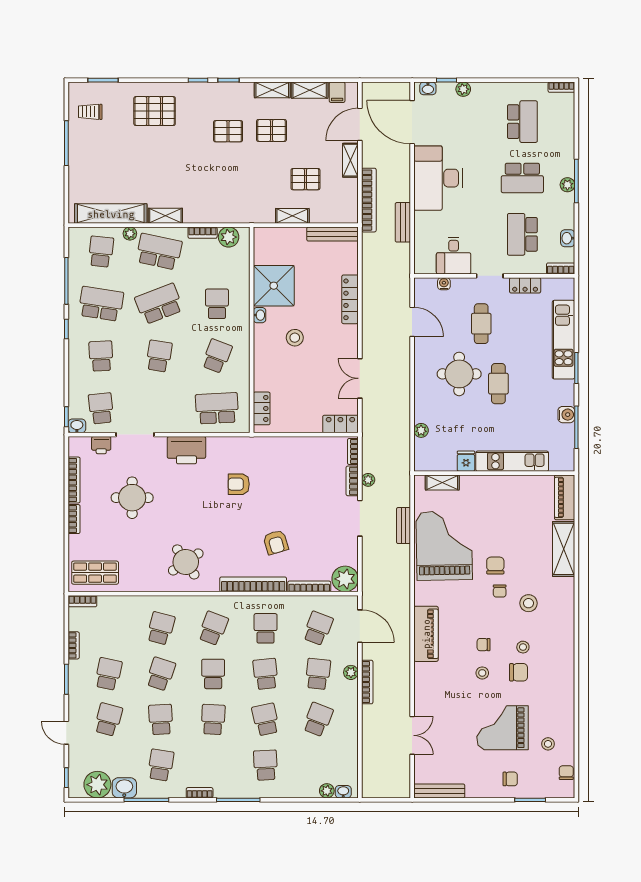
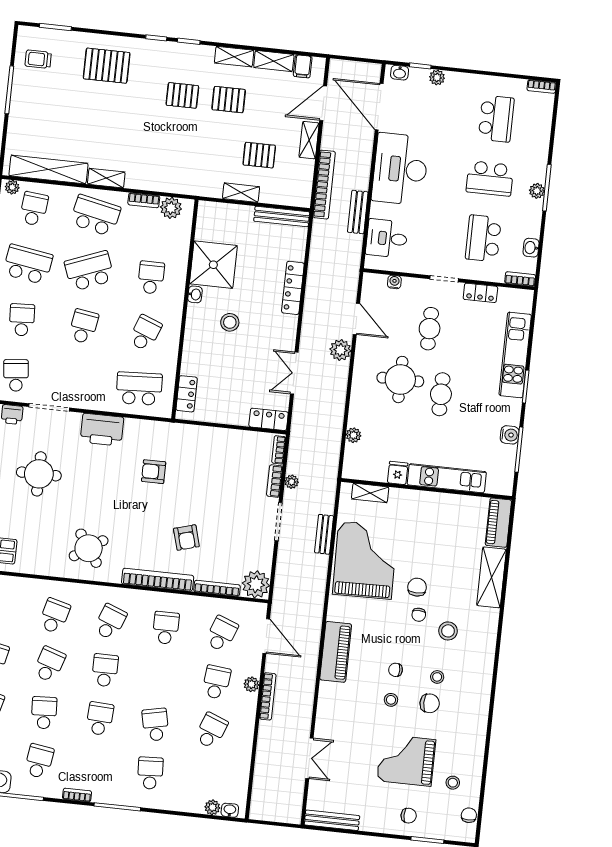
plant: (130, 234) -> (12, 187), moved
desk: (454, 256) -> (387, 238), moved, turned 90
plant: (400, 352) -> (340, 350), added
school desk: (266, 674) -> (161, 676), removed

